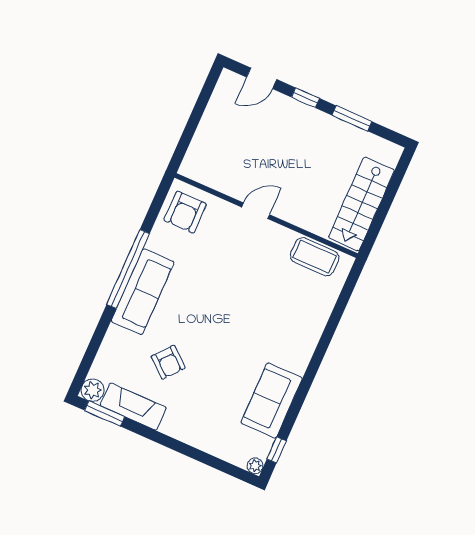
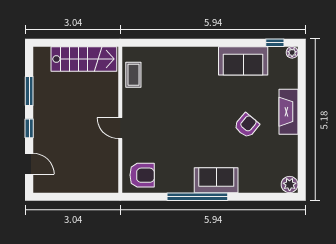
coffee table: (315, 257) -> (133, 75), width x0.73, depth x0.77
sofa: (143, 292) -> (216, 180), width x0.73
armchair: (168, 362) -> (247, 125), moved
fireplace: (133, 407) -> (289, 112), moved
window: (105, 414) -> (302, 169), removed

